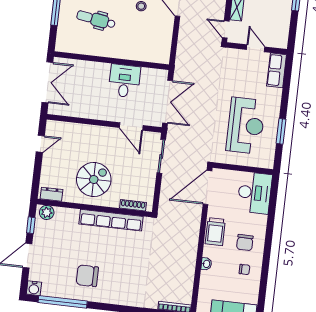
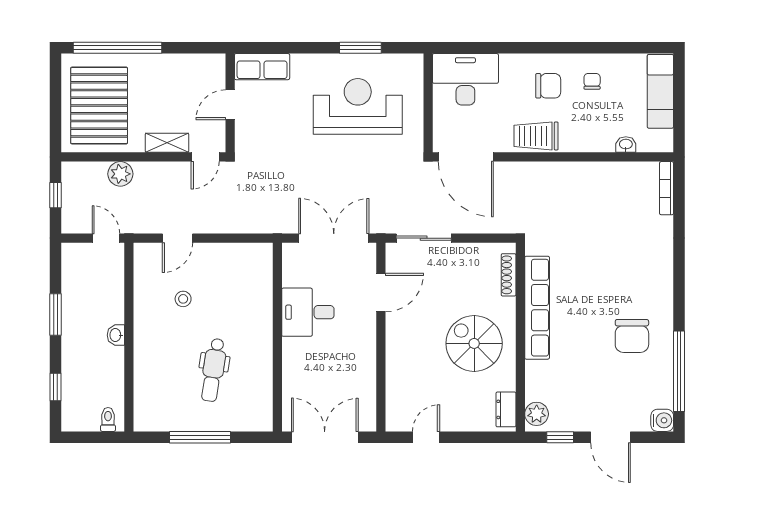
door: (40, 144) -> (426, 437), hinge flipped
trolley: (215, 232) -> (536, 136), turned 180
washbasin: (206, 264) -> (626, 145), moved

